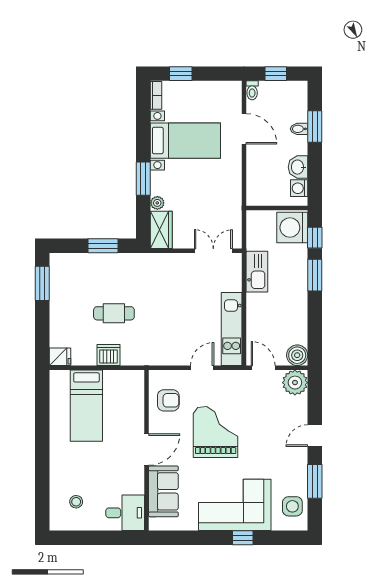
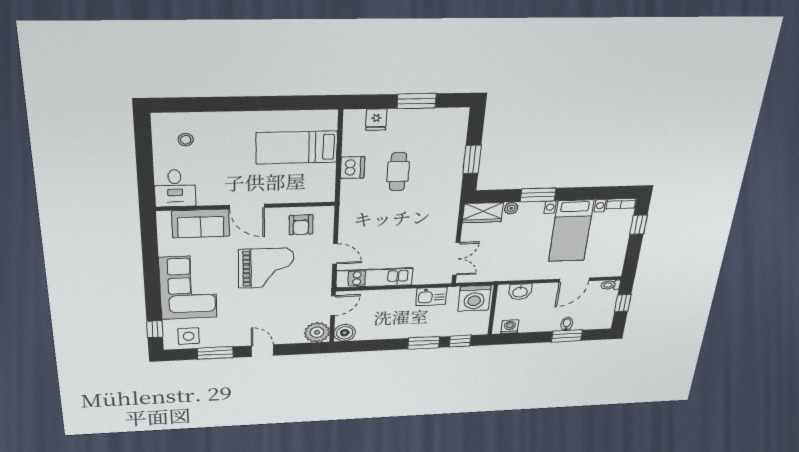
washbasin: (298, 167) -> (520, 292), moved, turned 180
washing machine: (292, 228) -> (474, 298), moved, turned 180
kitchen sink: (257, 272) -> (431, 296), width x0.73
window: (42, 283) -> (417, 101), moved
fridge: (60, 357) -> (376, 120), moved
window: (243, 538) -> (155, 329), moved

